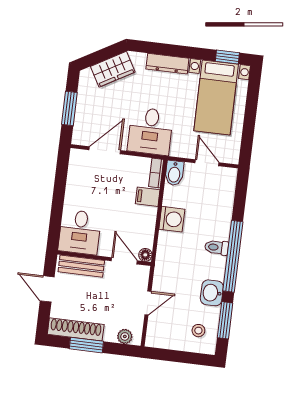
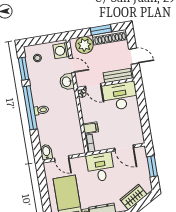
door: (105, 150) -> (124, 148), hinge flipped
bidet: (174, 173) -> (46, 152), moved
washing machine: (172, 219) -> (61, 51), moved
desk: (80, 232) -> (120, 96), width x1.37
washbasin: (212, 293) -> (67, 82), moved, turned 180
door: (148, 303) -> (72, 65), swing flipped
plant: (125, 336) -> (84, 45), width x1.88, depth x1.88

